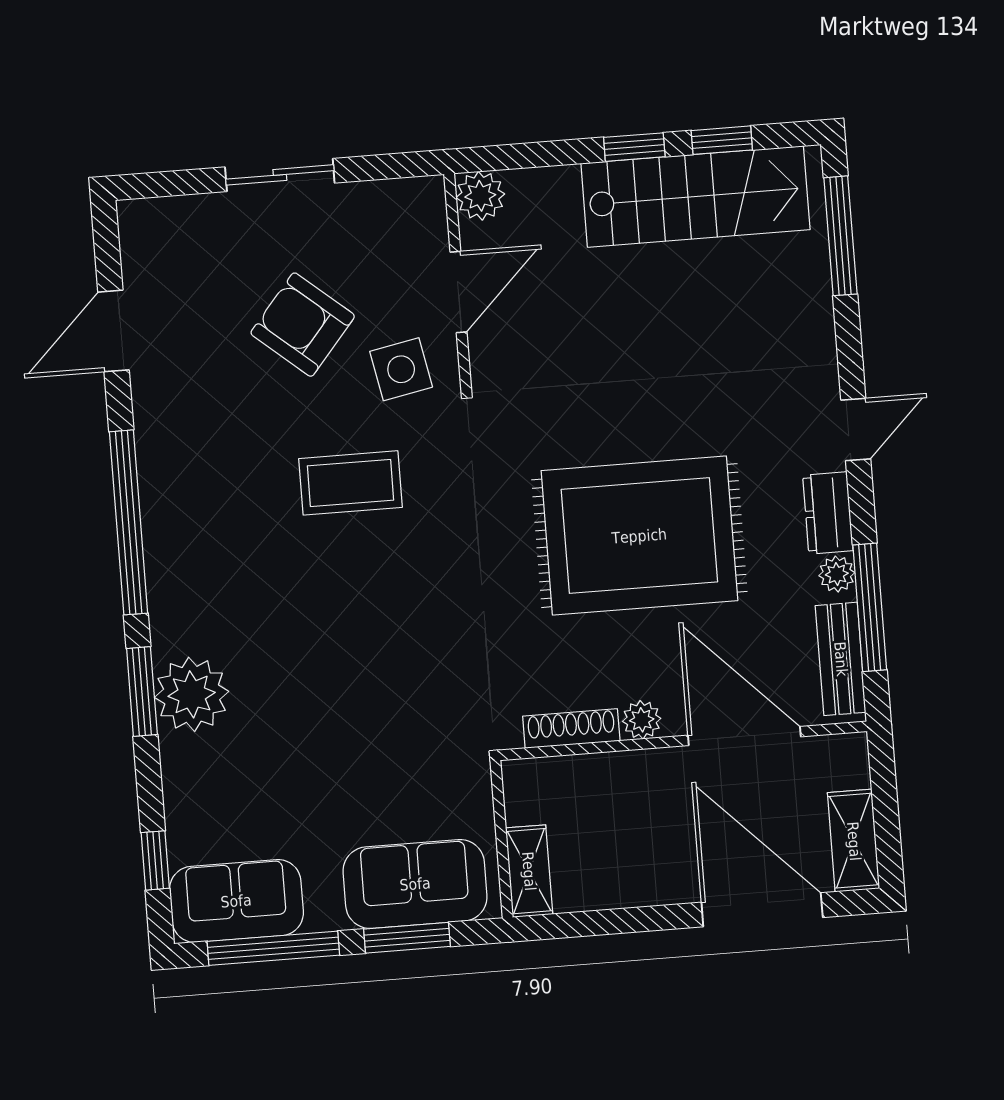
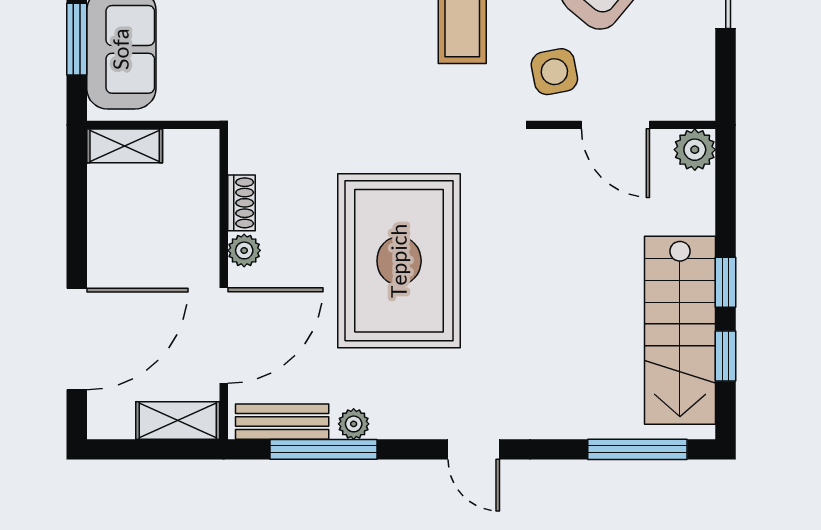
dresser: (828, 513) -> (406, 421), removed
shoe rack: (571, 729) -> (241, 203), width x0.70
shelving: (854, 841) -> (178, 420), moved

